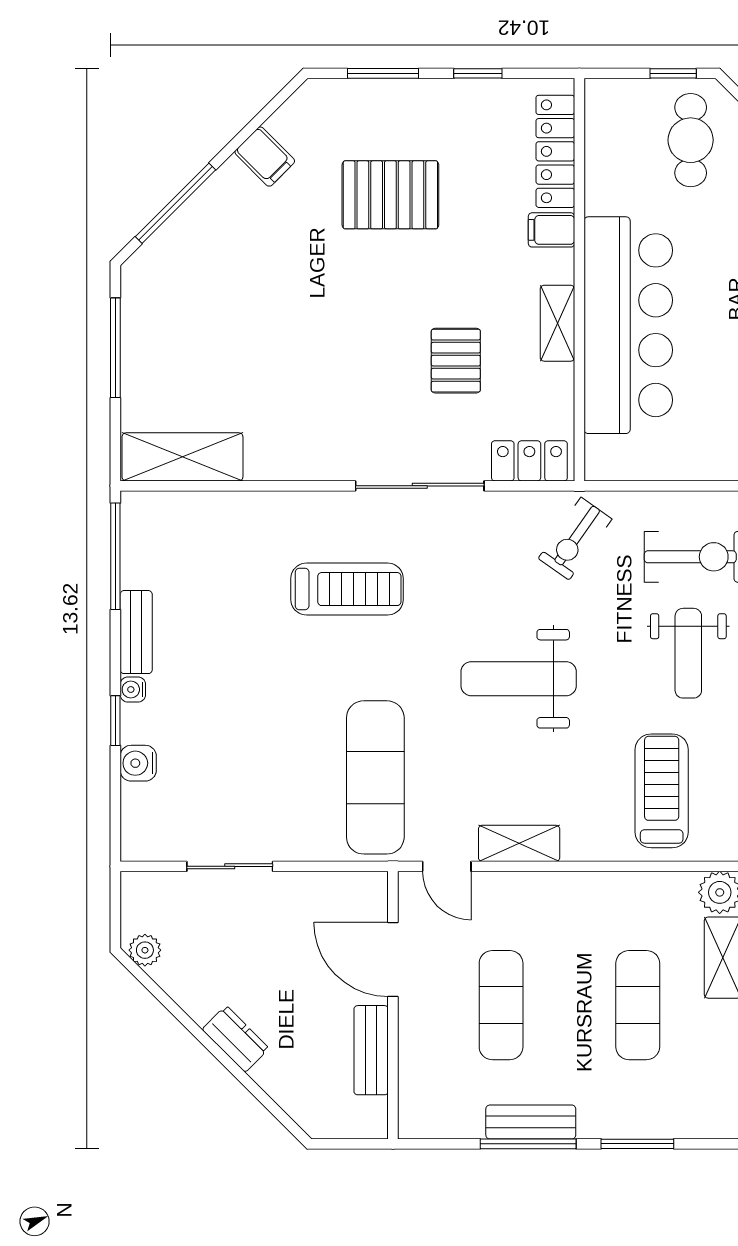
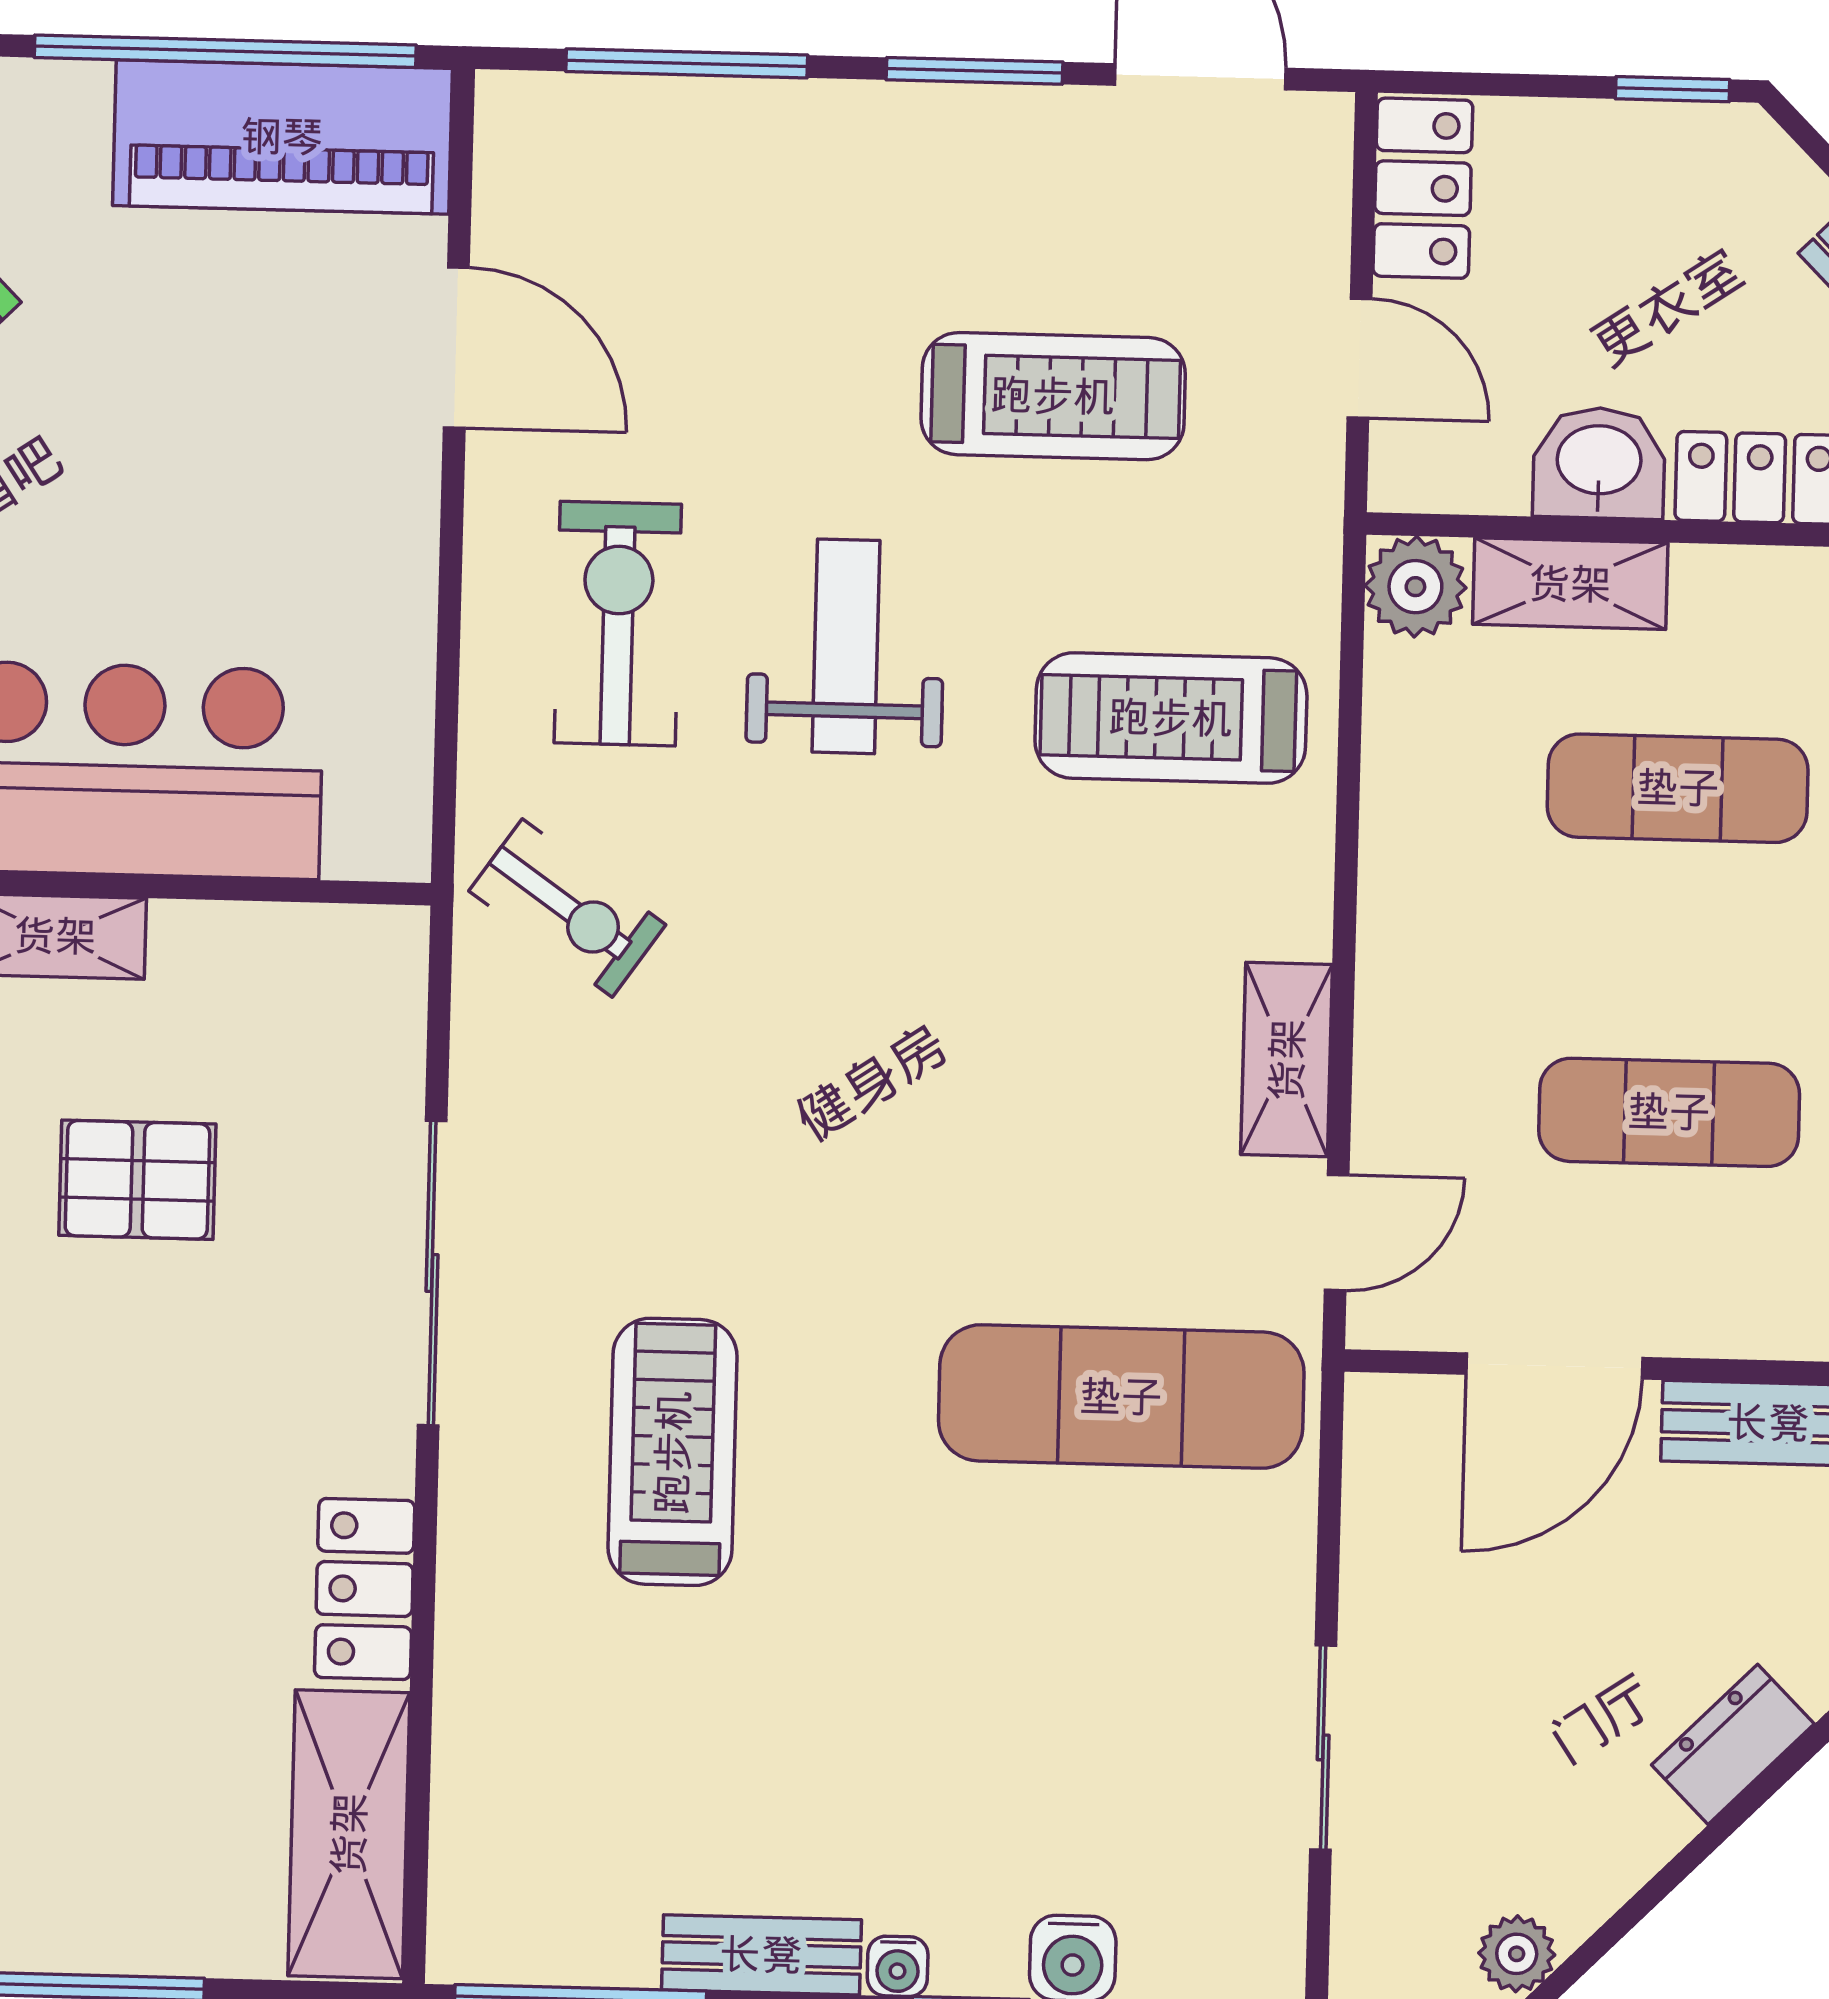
locker: (529, 461) -> (365, 1589), moved
weight bench: (688, 653) -> (846, 646), turned -90
weight bench: (519, 679) -> (896, 1050), removed

